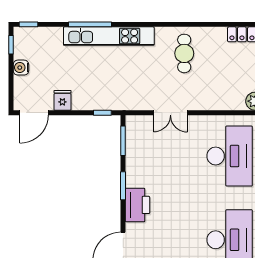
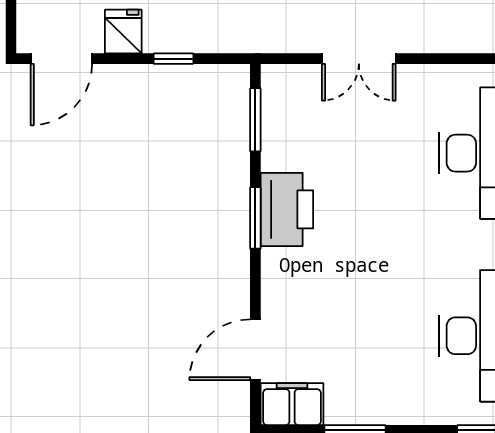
window: (102, 113) -> (174, 59), moved
printer: (137, 205) -> (287, 209), moved

